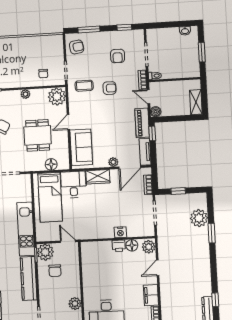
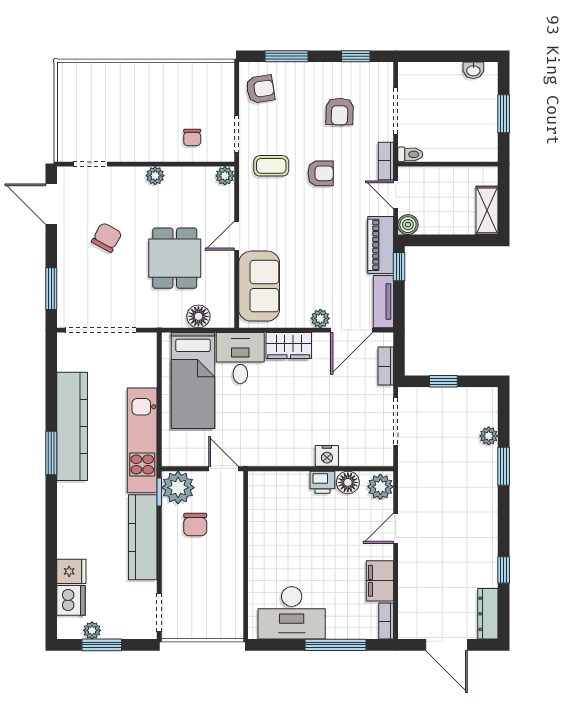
plant: (57, 97) -> (225, 176), width x0.53, depth x0.53
plant: (199, 218) -> (489, 436), width x0.53, depth x0.53
window: (215, 300) -> (504, 570), moved
plant: (75, 304) -> (231, 590), removed

